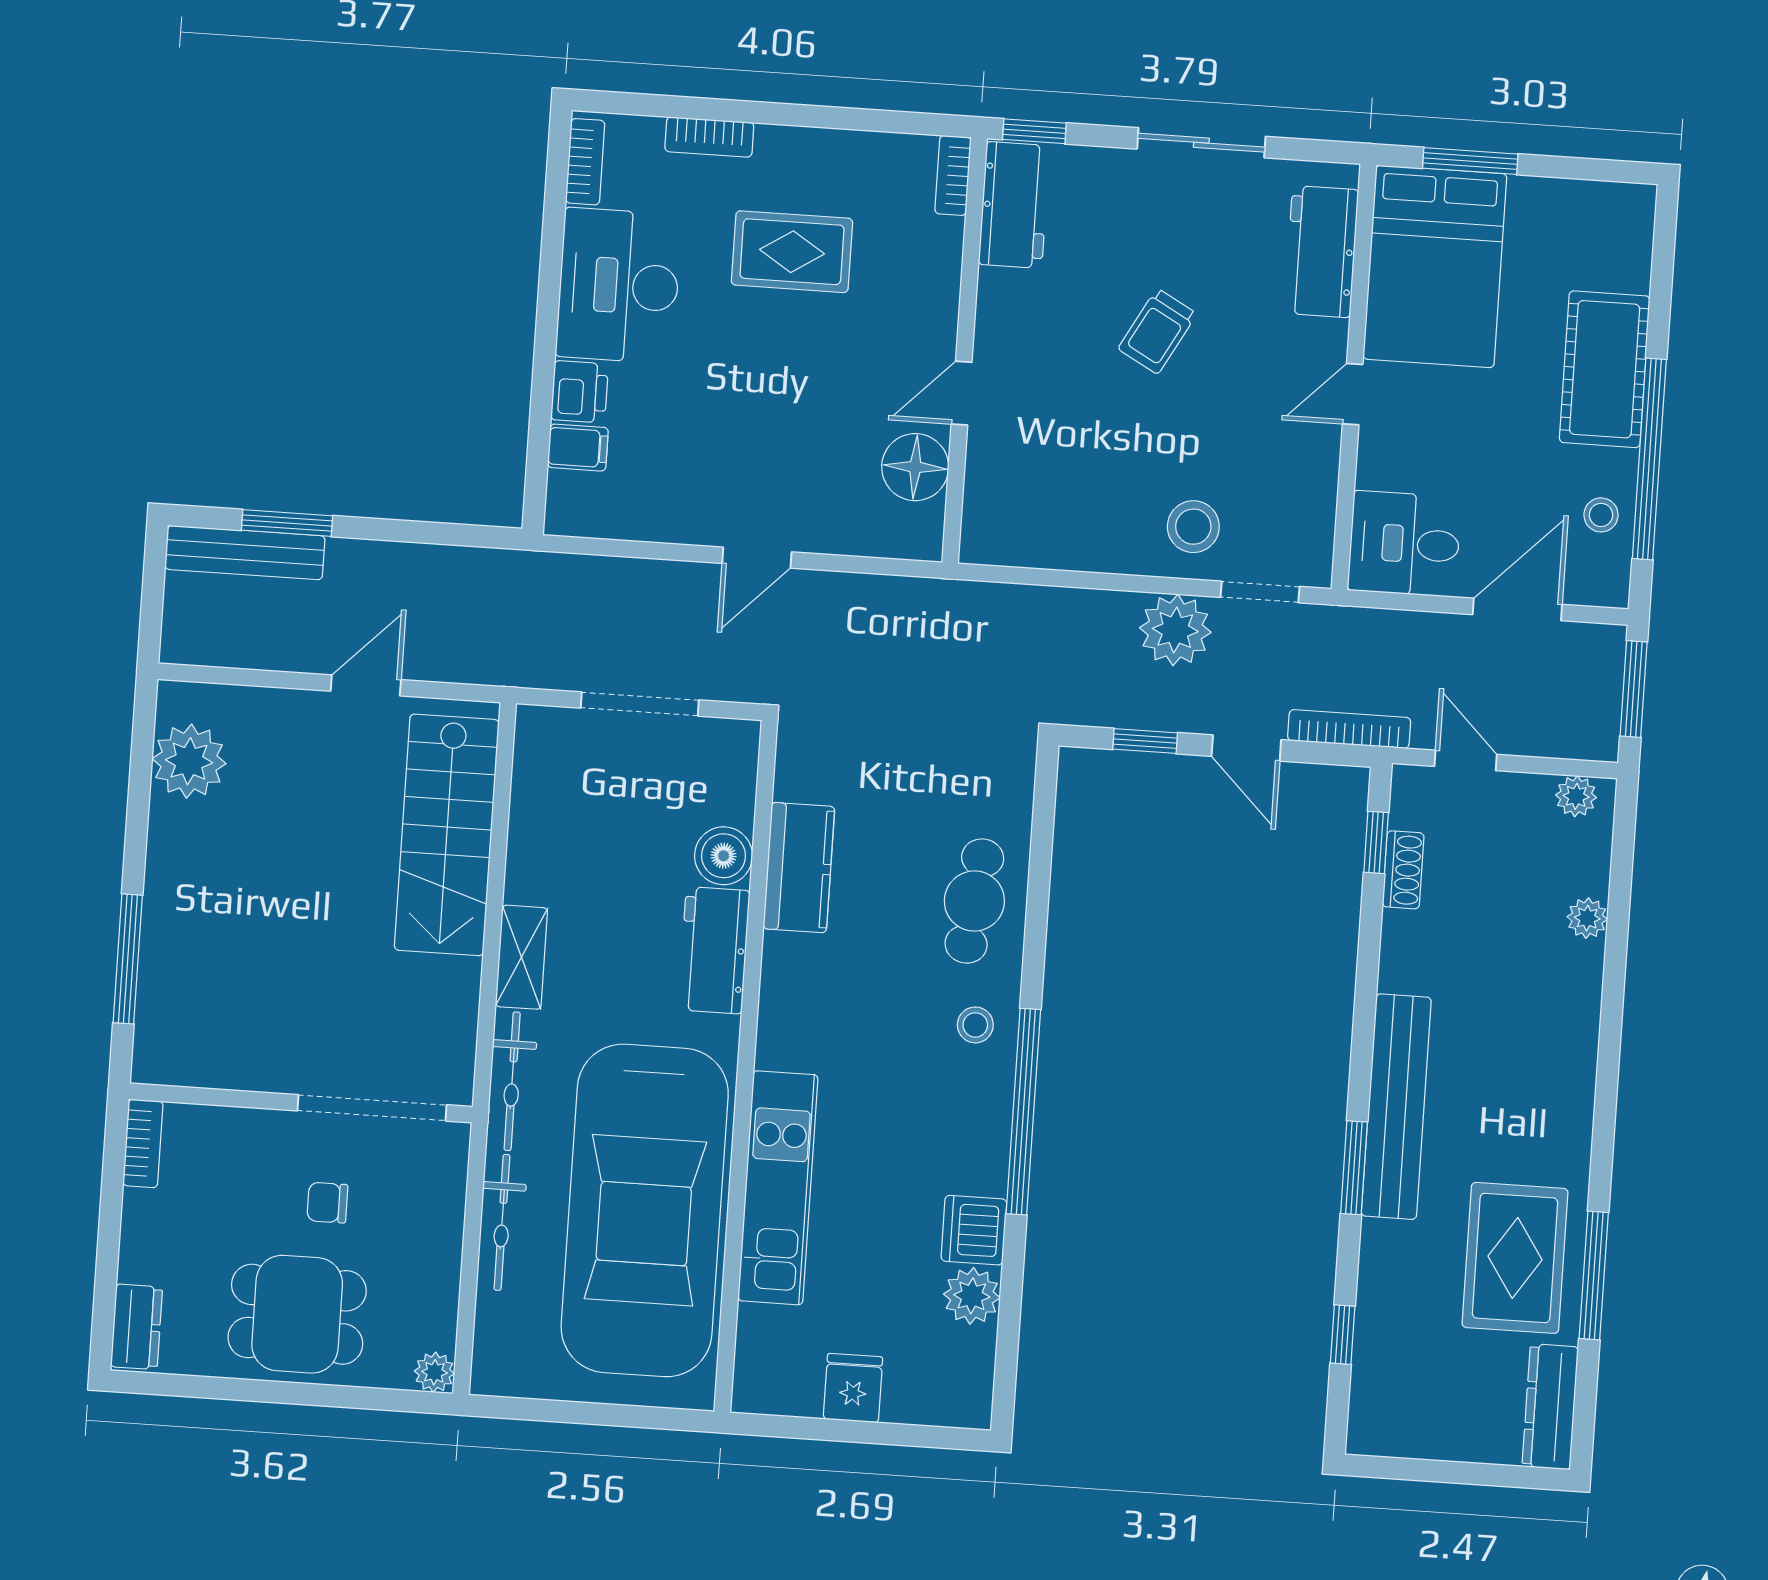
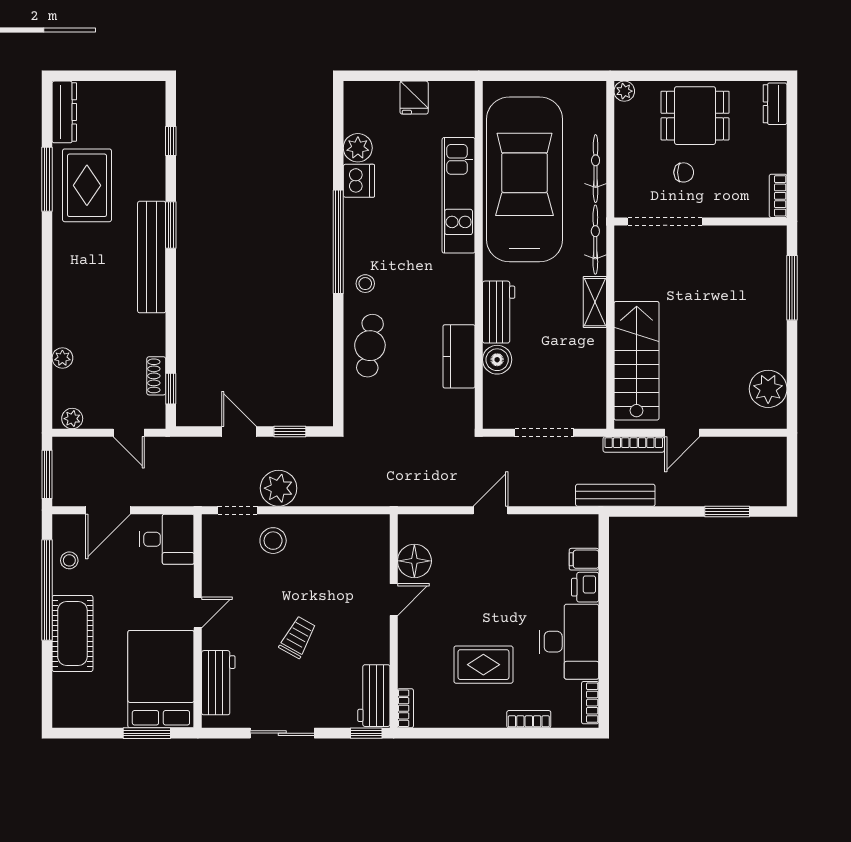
bench: (245, 553) -> (615, 495), moved
bookcase: (1349, 729) -> (634, 445), moved

